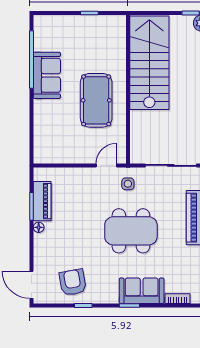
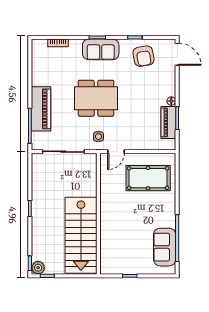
sofa: (47, 75) -> (165, 247), moved
pool table: (96, 100) -> (148, 178), moved, turned 90
sofa: (142, 291) -> (101, 49), moved

